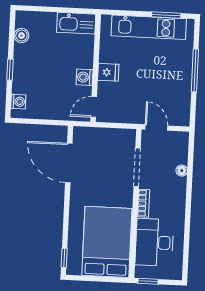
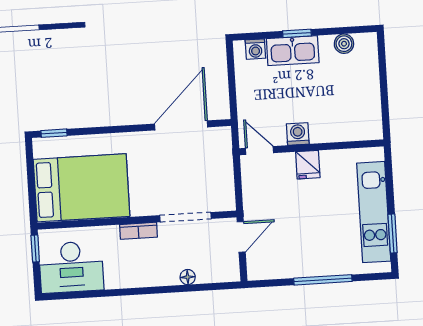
kitchen sink: (76, 23) -> (293, 51), moved, turned -90
desk: (154, 242) -> (71, 267), moved, turned 180

